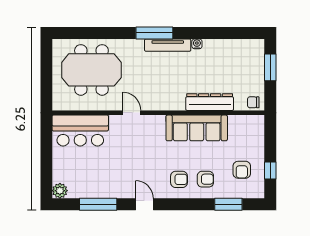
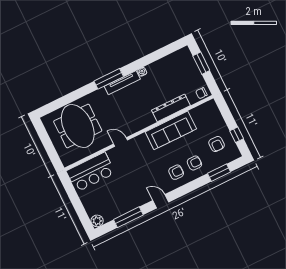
meeting table: (91, 70) -> (78, 126), turned 90

